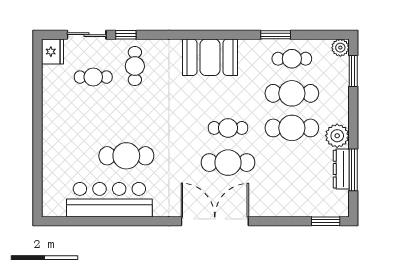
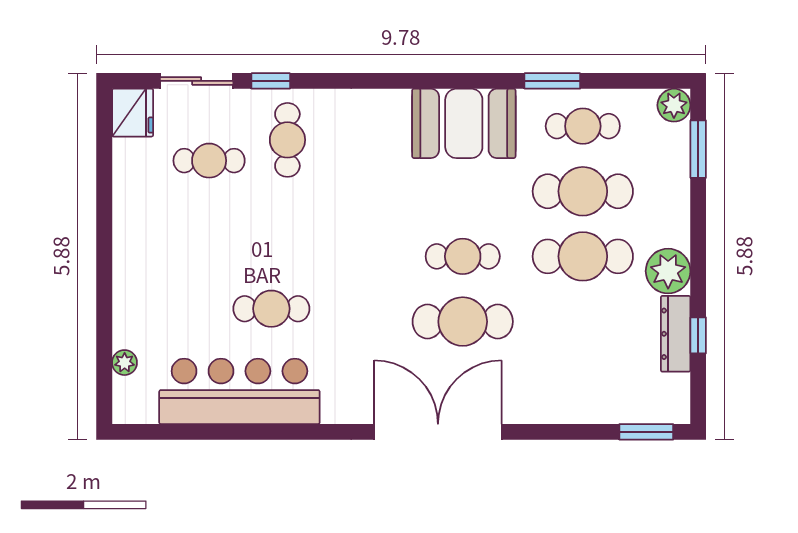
booth: (210, 57) -> (464, 123), moved
cafe table: (126, 156) -> (271, 309), width x0.73, depth x0.74
window: (353, 170) -> (698, 335), width x0.46
plant: (48, 184) -> (125, 363), added

